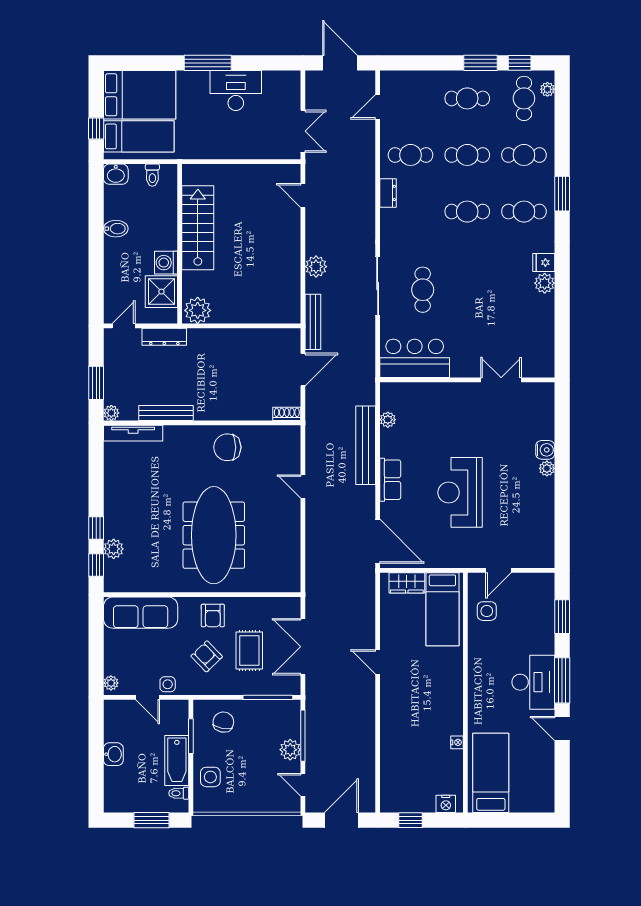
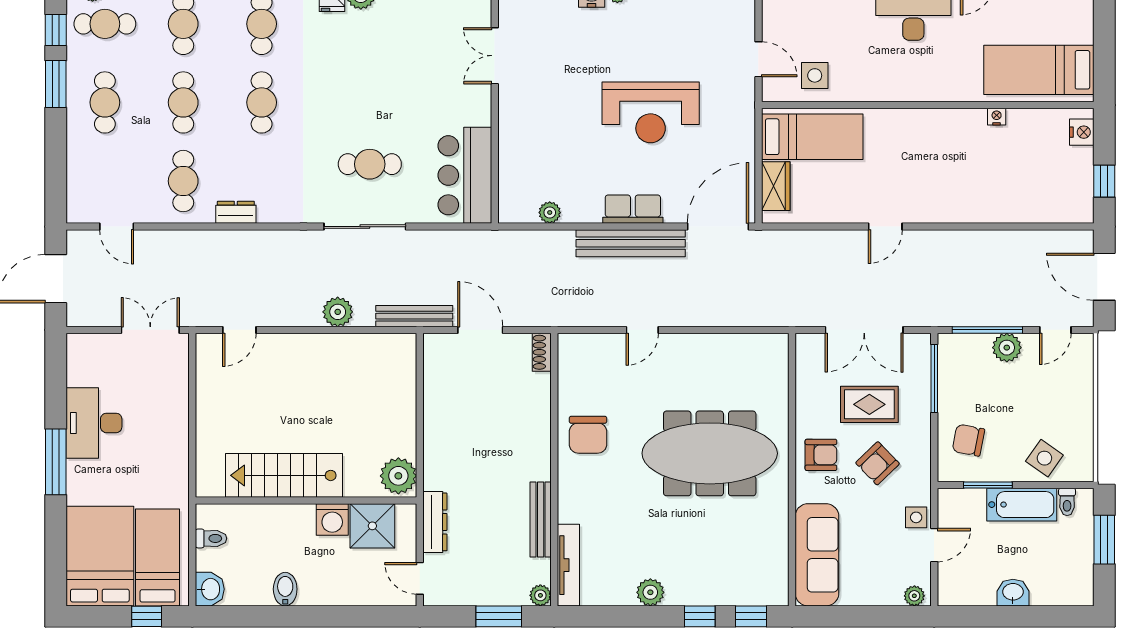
bench: (366, 445) -> (631, 243), moved
plant: (114, 549) -> (650, 592), moved
side table: (210, 777) -> (1044, 458), turned 35

